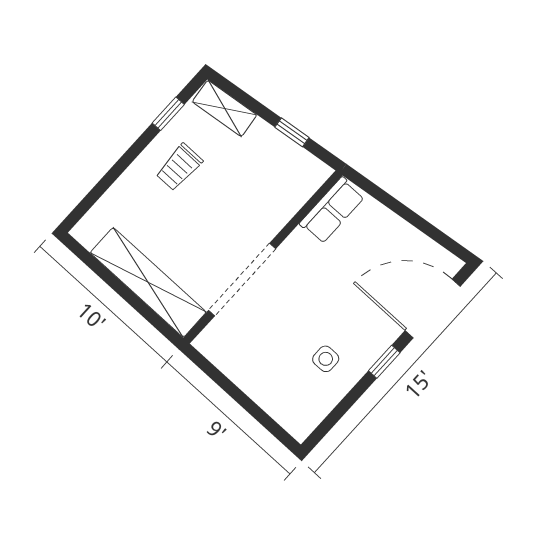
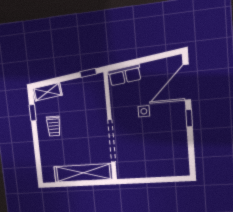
window: (292, 132) -> (88, 73), moved
row of seats: (332, 210) -> (125, 75), moved, turned 83
side table: (326, 359) -> (144, 111), moved

